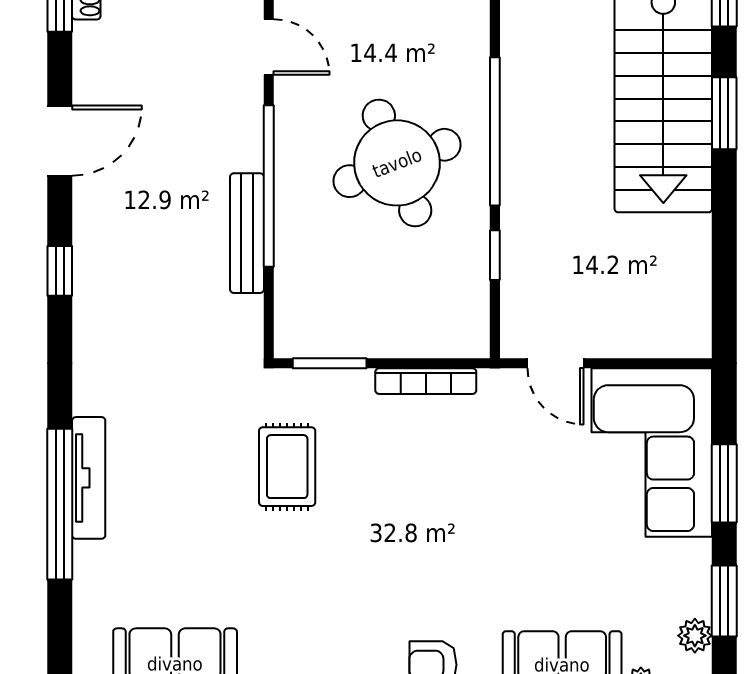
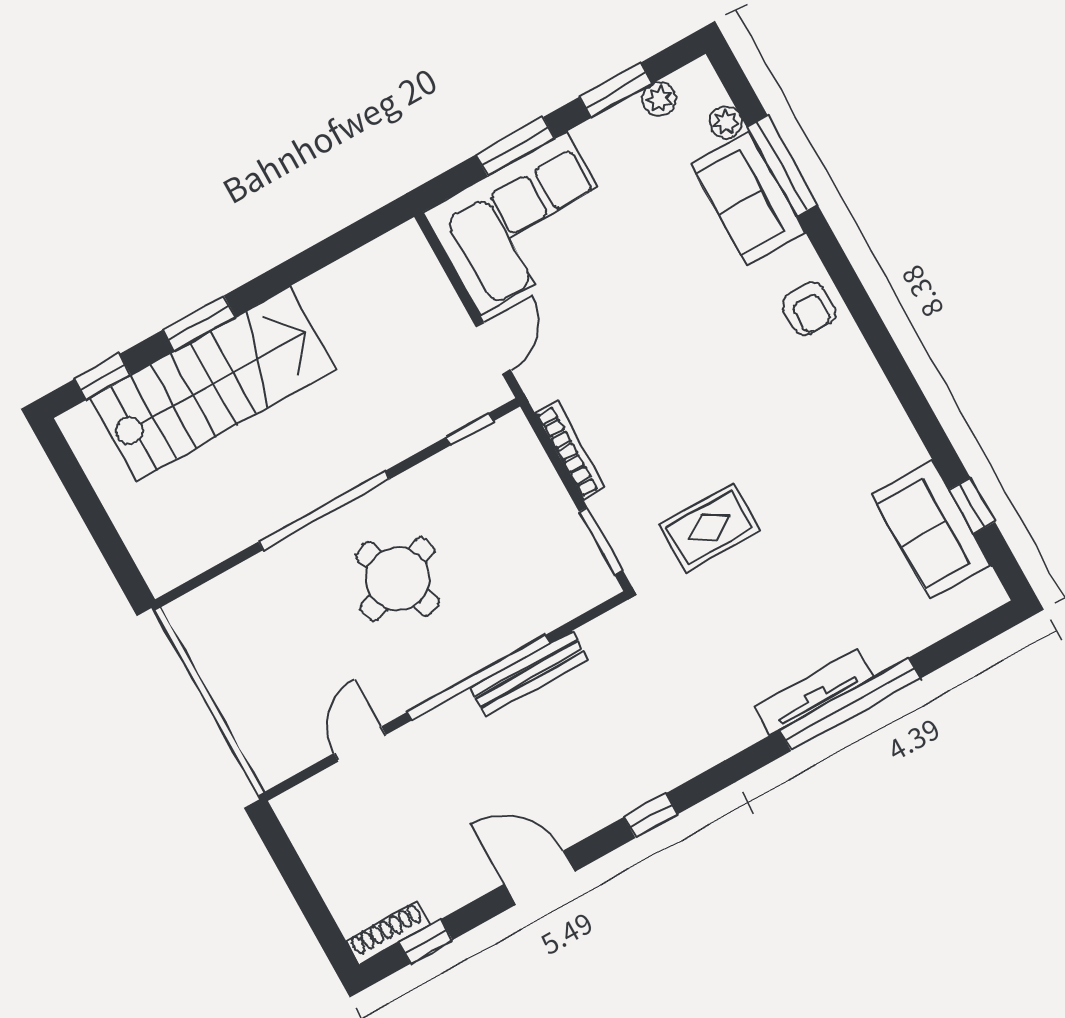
round table: (397, 163) -> (398, 579), width x0.73, depth x0.73
window: (495, 255) -> (469, 429), moved

